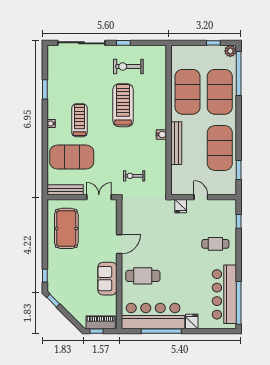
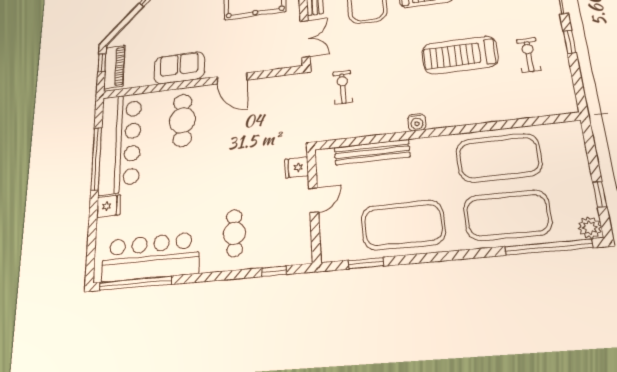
exercise bike: (128, 67) -> (529, 55), width x0.73, depth x0.72
treadmill: (123, 105) -> (460, 55), turned 180
bench: (176, 143) -> (372, 152), moved

